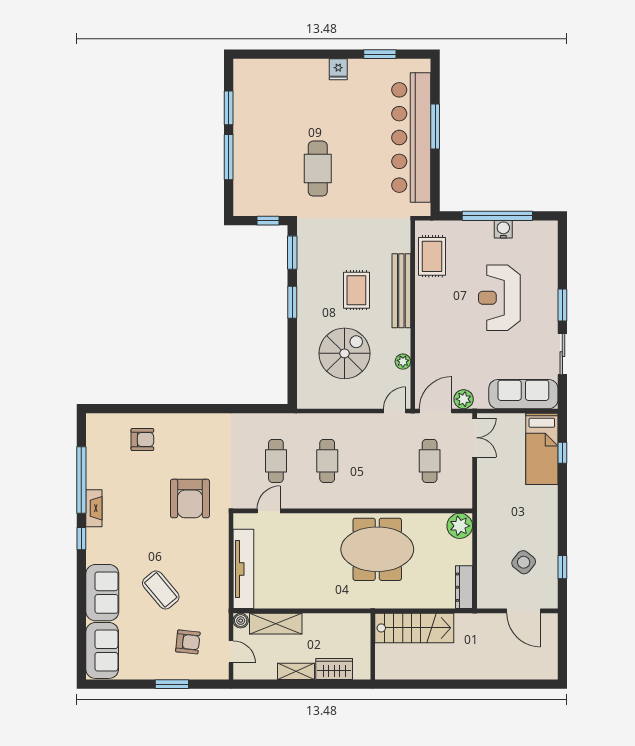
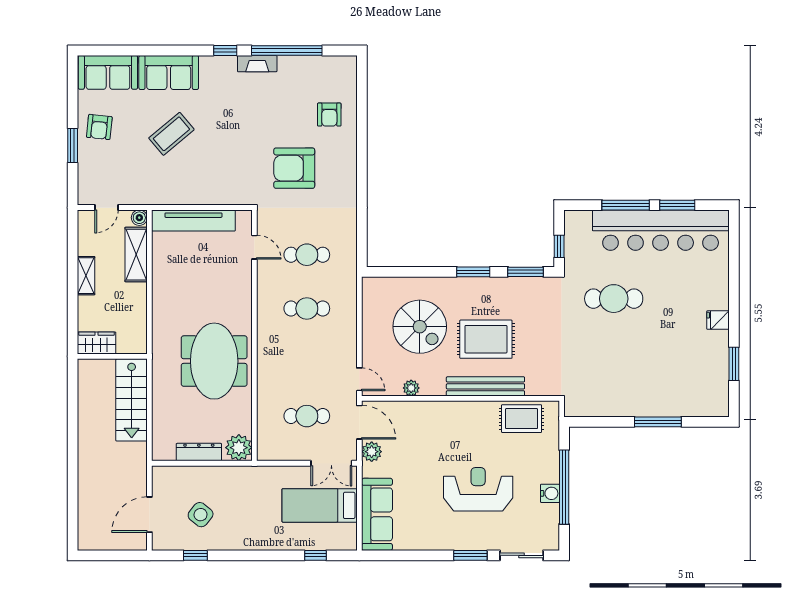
bar counter: (411, 138) -> (661, 230), moved, turned 180
rug: (356, 290) -> (486, 339), width x1.36, depth x1.43
sliding door: (562, 354) -> (522, 555), moved
bed: (542, 449) -> (320, 505), moved
armchair: (190, 499) -> (294, 168), moved
dresser: (464, 587) -> (199, 452), moved
armchair: (188, 642) -> (99, 127), moved
wardrobe: (334, 669) -> (97, 343), moved, turned -90

